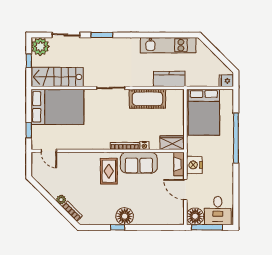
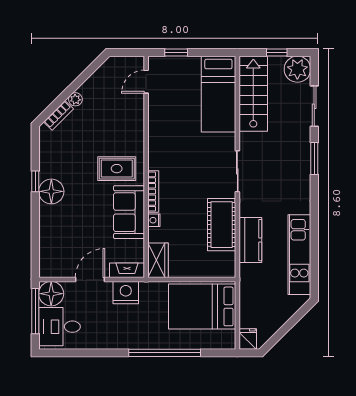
kitchen counter: (169, 79) -> (250, 240), moved
bed: (57, 107) -> (218, 94), width x0.67

